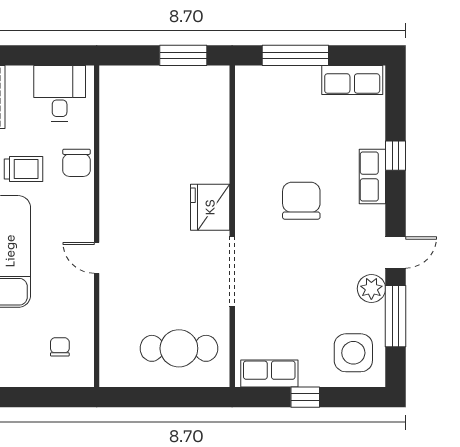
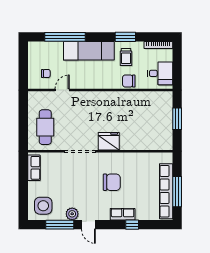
window: (183, 55) -> (177, 119), moved
window: (295, 55) -> (177, 192), moved
row of seats: (352, 80) -> (166, 191), width x2.02
door: (97, 258) -> (62, 90), moved
window: (305, 397) -> (23, 184), removed

